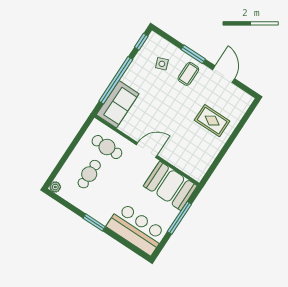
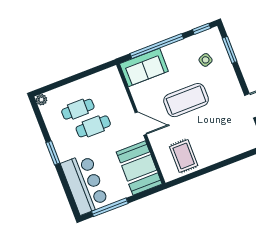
window: (193, 54) -> (230, 50), moved
coffee table: (188, 74) -> (186, 100), moved, width x1.86, depth x1.72
rug: (212, 121) -> (184, 156), moved
cafe table: (107, 147) -> (93, 126), moved, turned 90
window: (179, 218) -> (110, 207), moved

